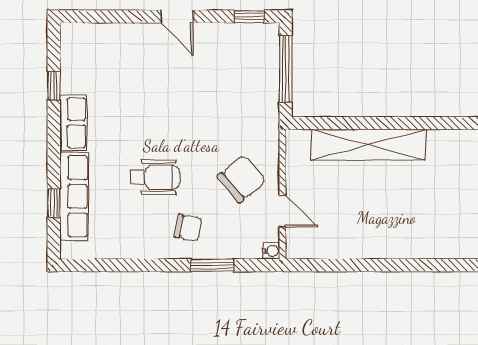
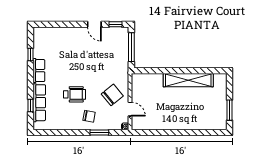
door: (177, 16) -> (94, 24), moved
shelving: (368, 145) -> (188, 80), moved

